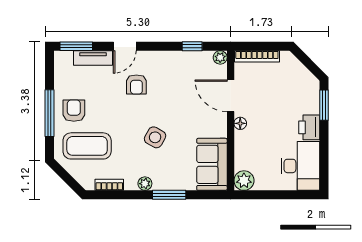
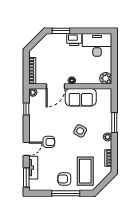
door: (125, 46) -> (26, 149), hinge flipped
sofa: (212, 164) -> (81, 97), moved

